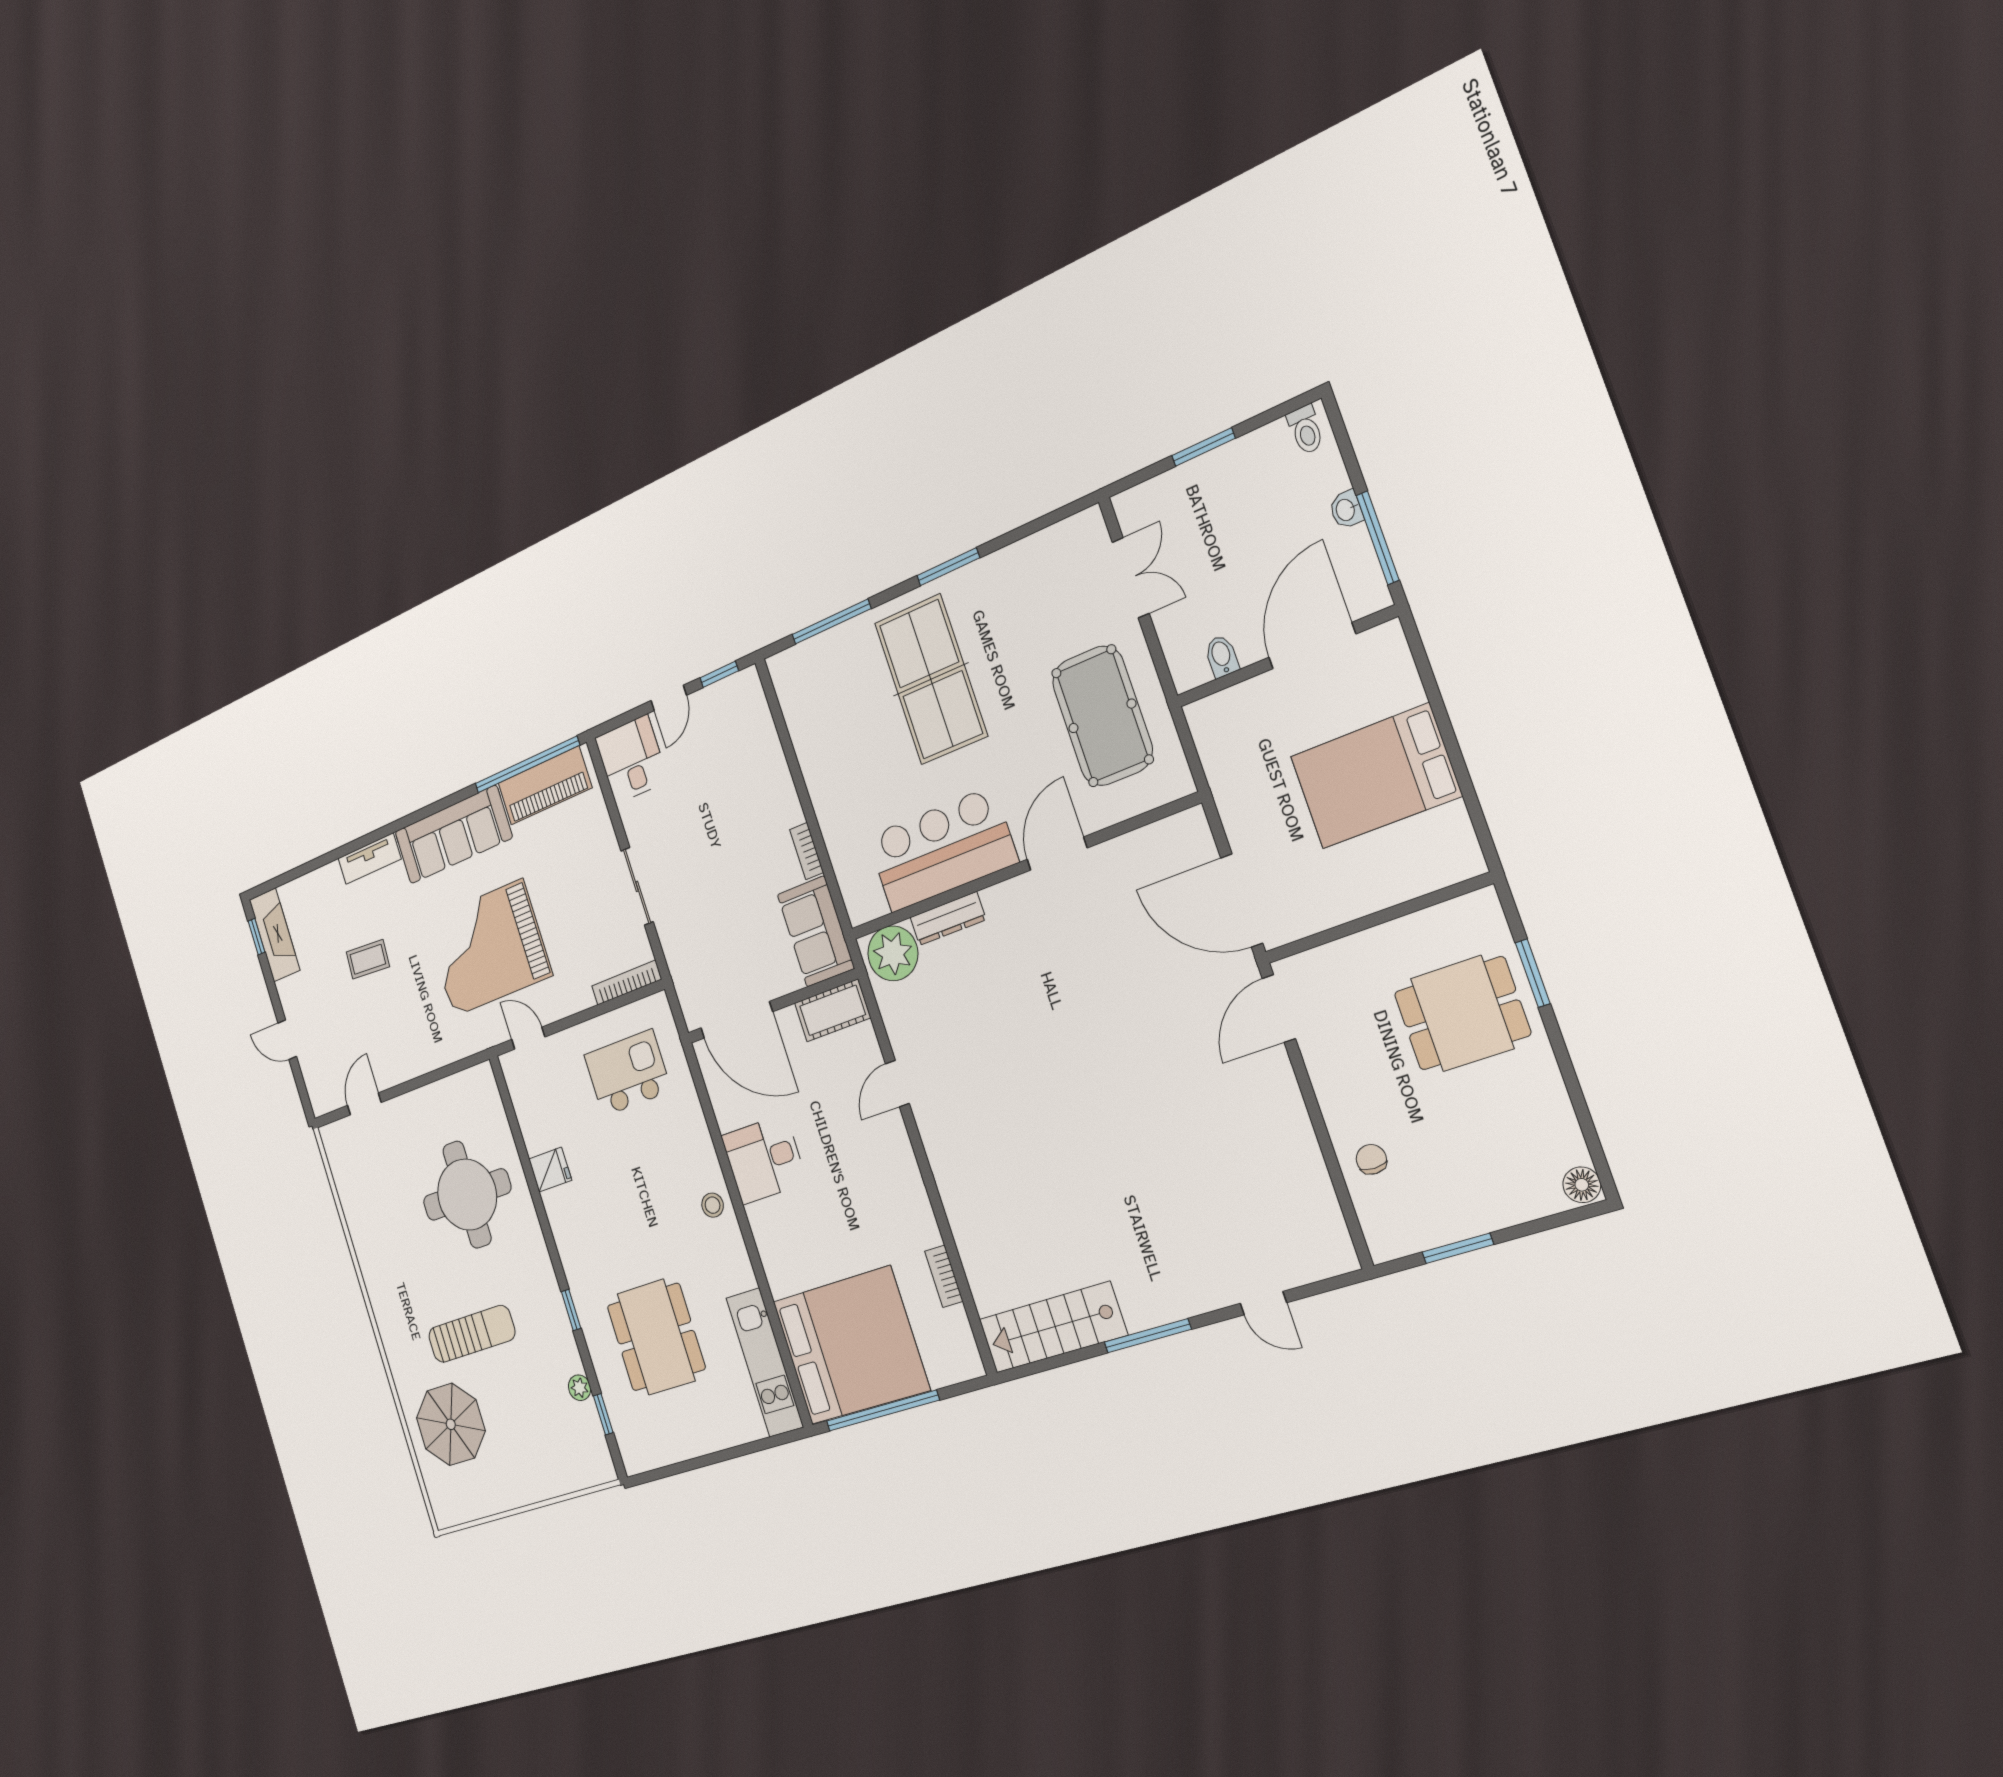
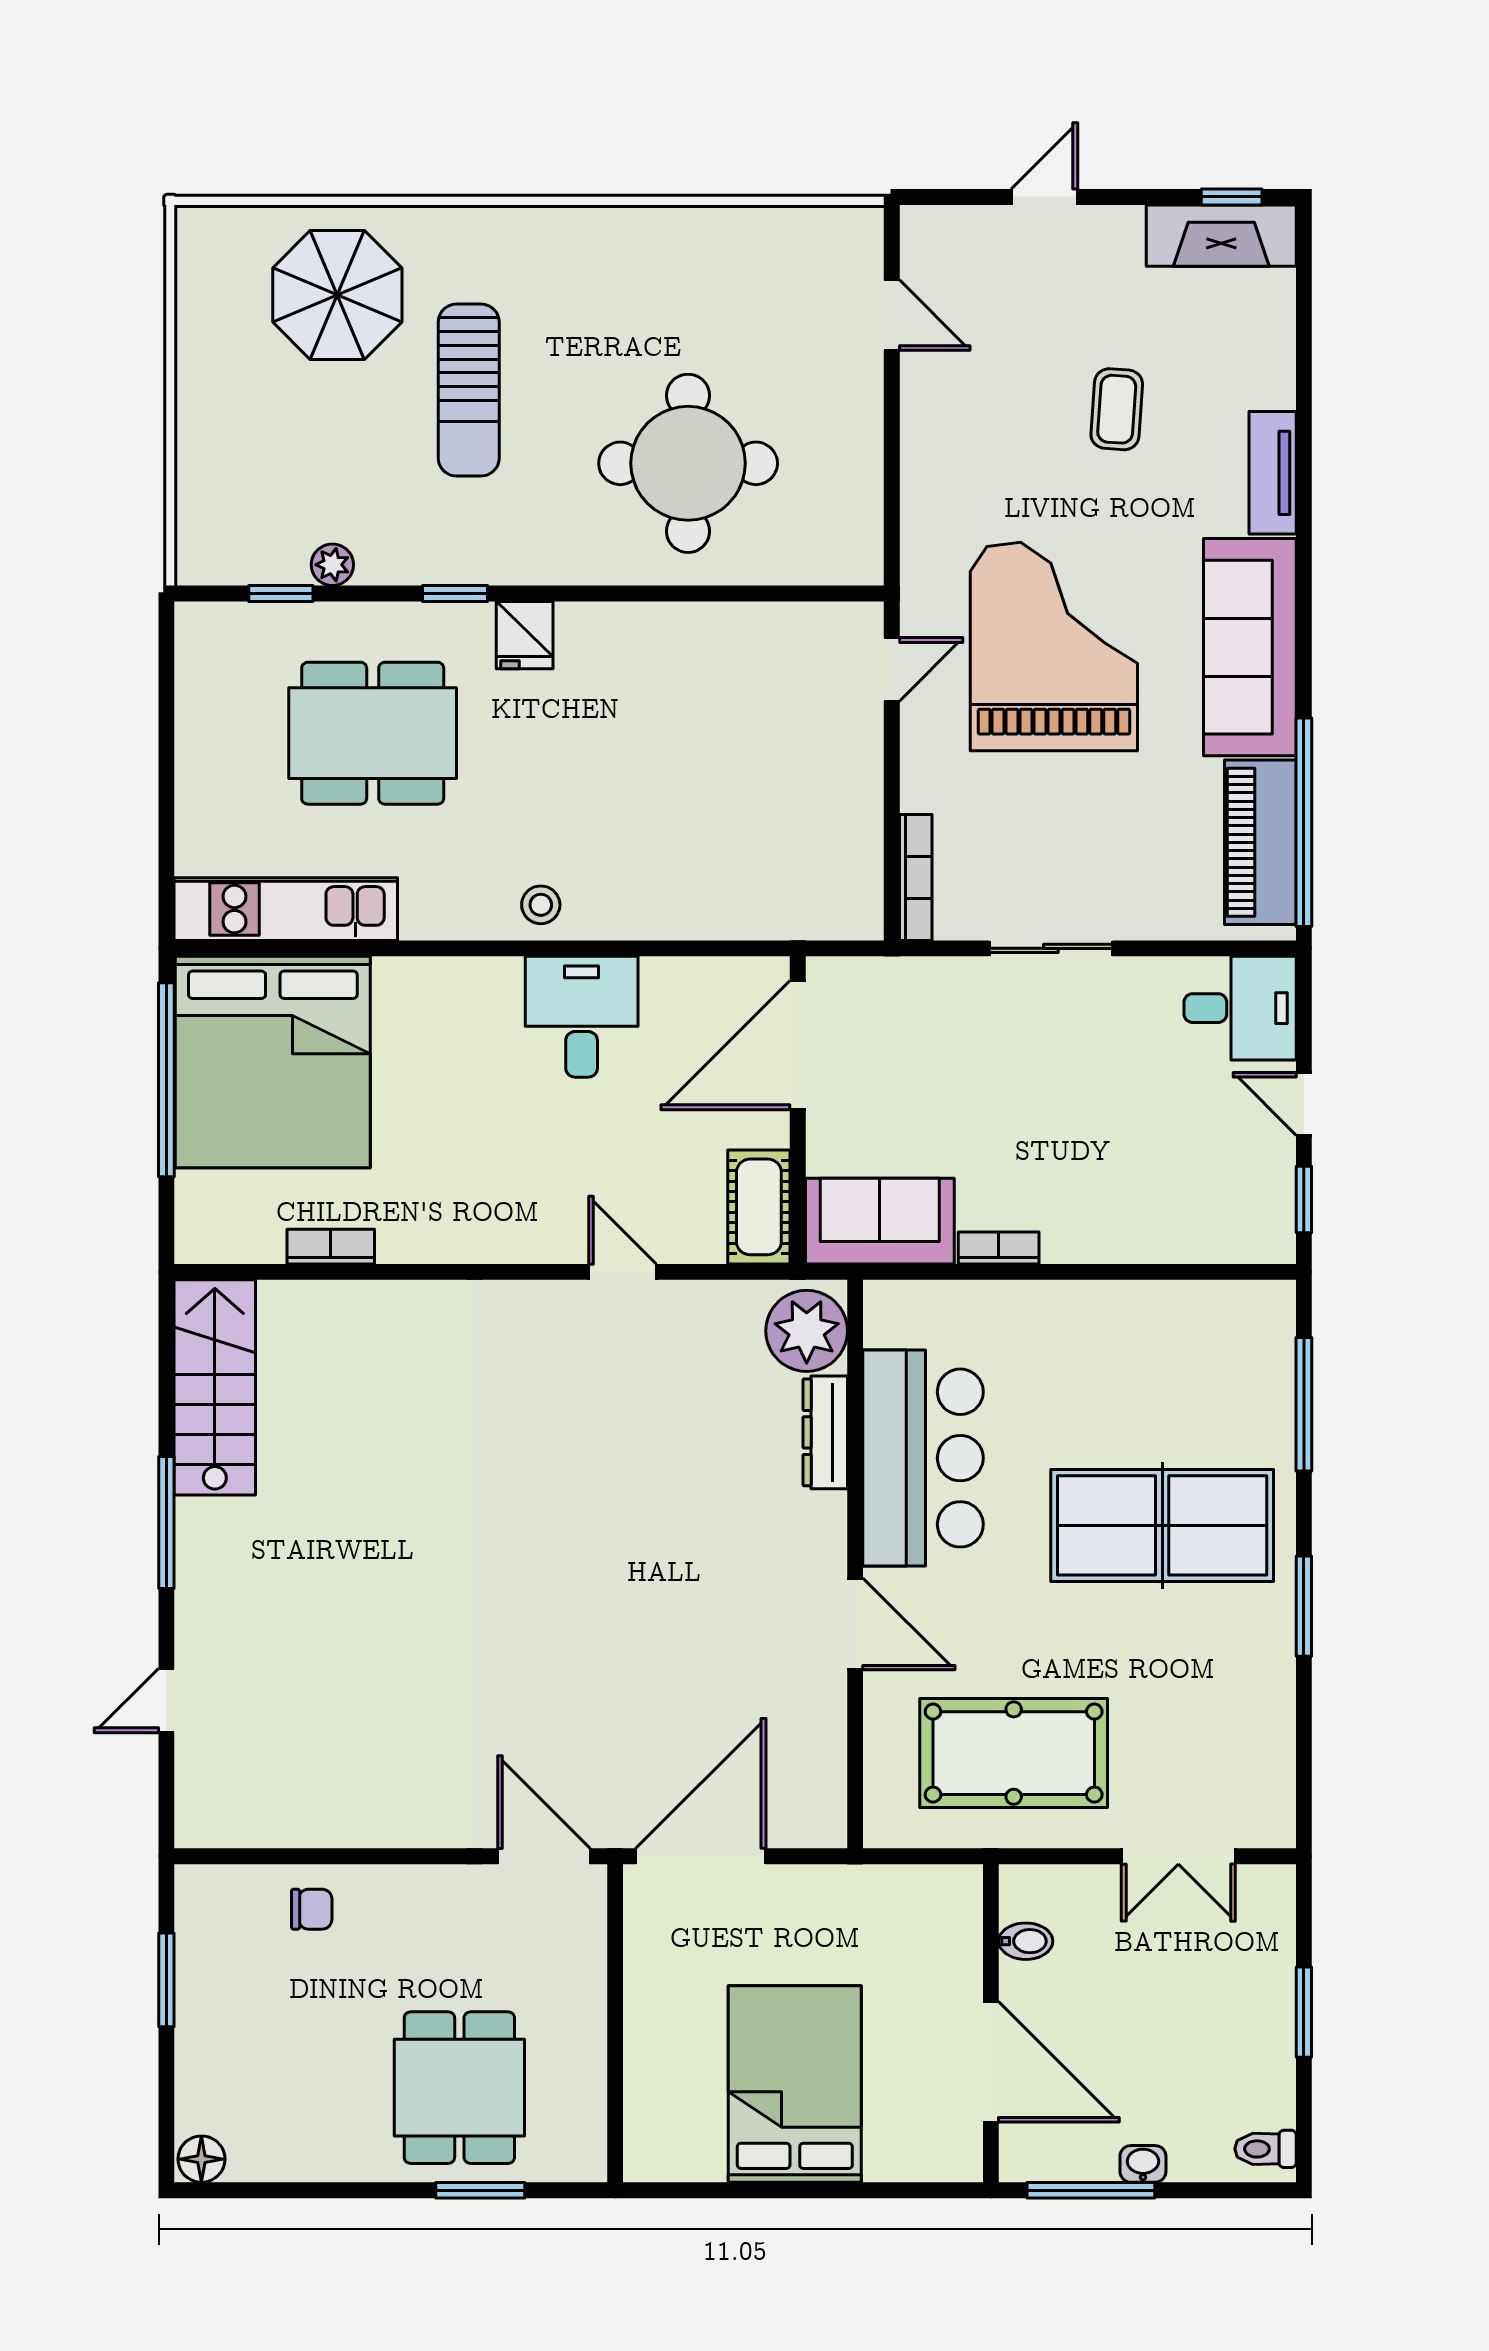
kitchen island: (628, 1073) -> (781, 829), removed
fridge: (550, 1170) -> (525, 635), moved

